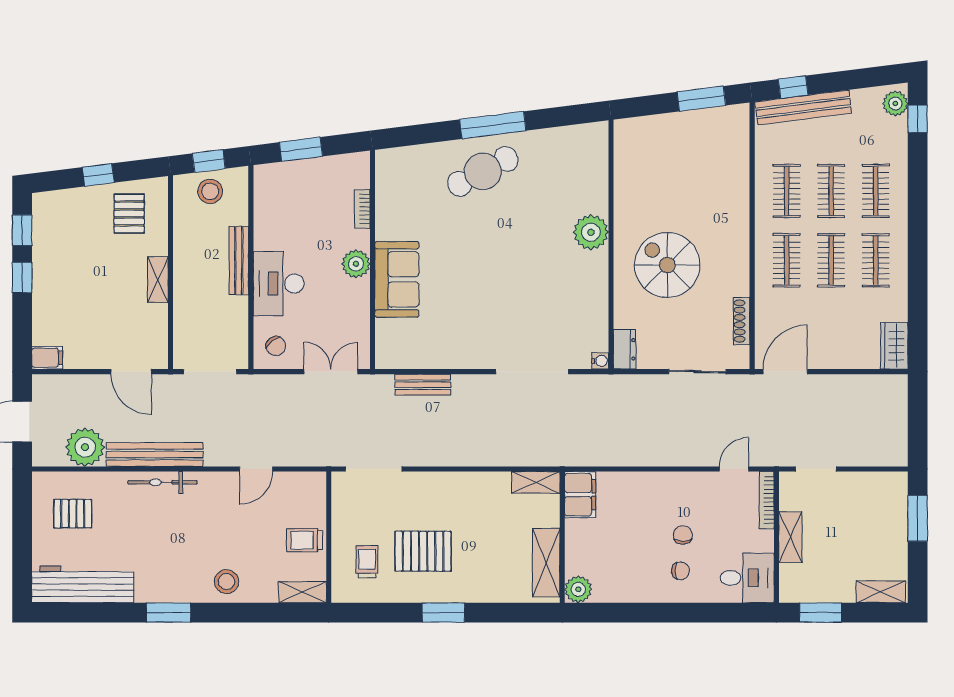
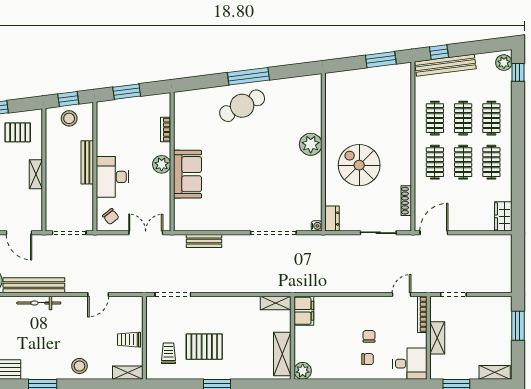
pallet: (129, 213) -> (18, 132), turned 90

